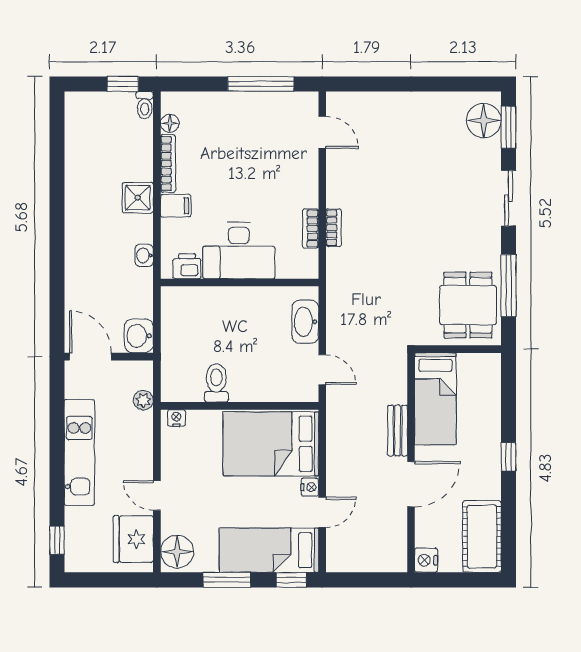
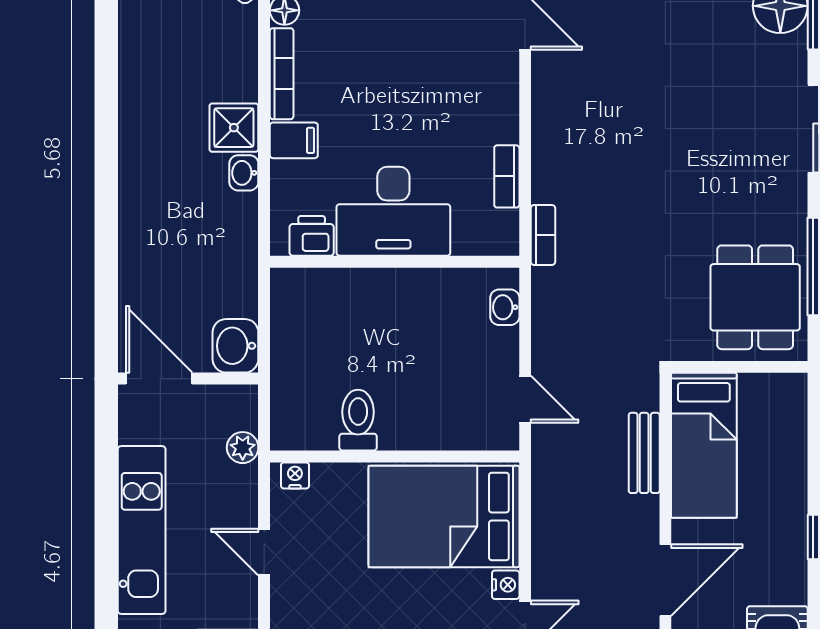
bookcase: (334, 228) -> (543, 235), moved
washbasin: (144, 255) -> (244, 173), moved
washbasin: (305, 322) -> (505, 307), width x0.52, depth x0.69
bench: (398, 431) -> (644, 453), moved
door: (157, 495) -> (264, 552), moved

